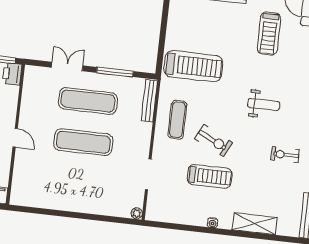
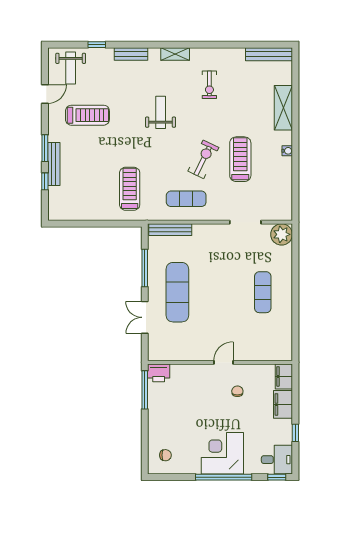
treadmill: (193, 66) -> (130, 189), width x0.73, depth x0.73
exercise mat: (83, 142) -> (263, 292), moved, width x0.73, depth x0.69
plant: (137, 213) -> (282, 234), width x1.88, depth x1.88

